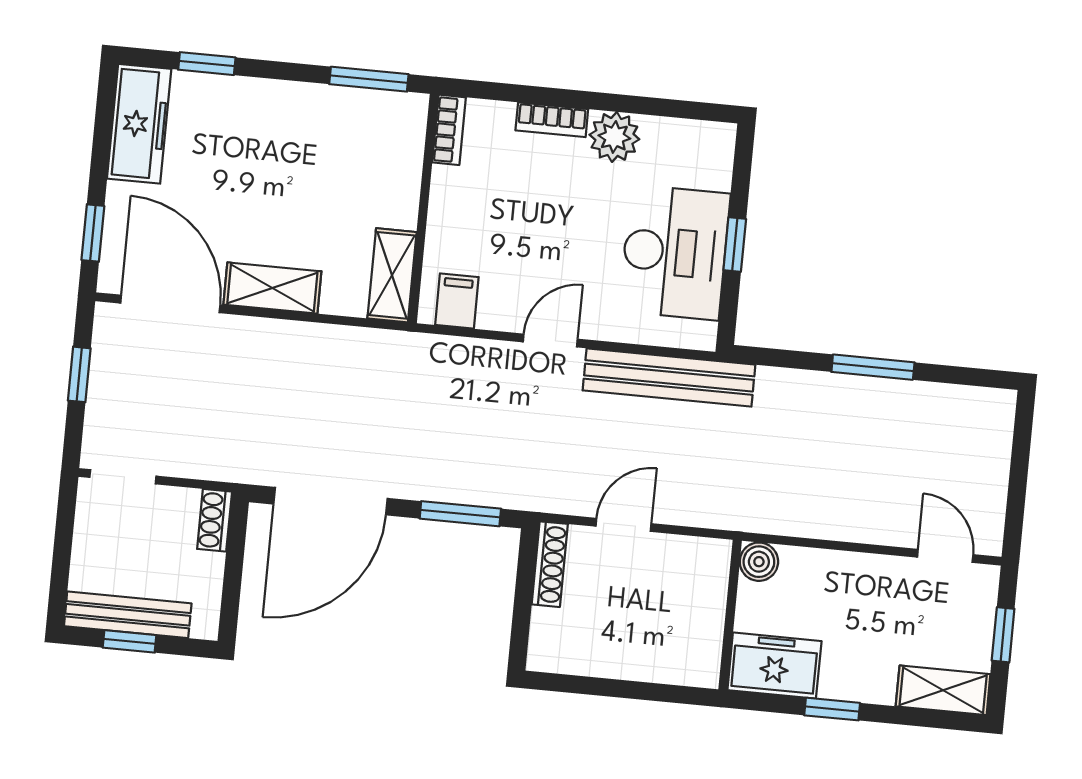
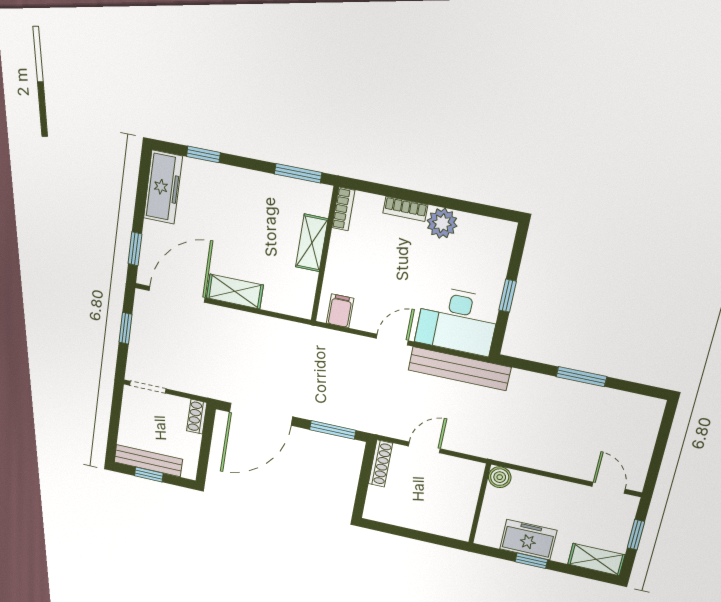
desk: (675, 252) -> (457, 321), moved, turned 90
shelving: (392, 275) -> (312, 243), moved
door: (170, 304) -> (177, 294), hinge flipped
freezer: (774, 666) -> (528, 540), moved

